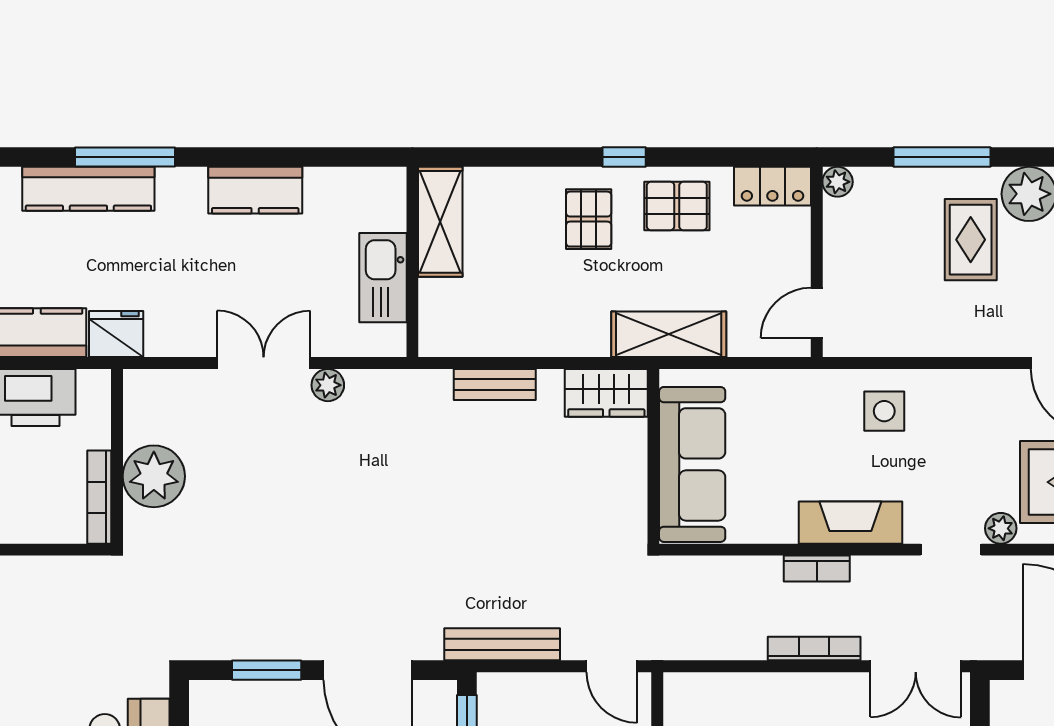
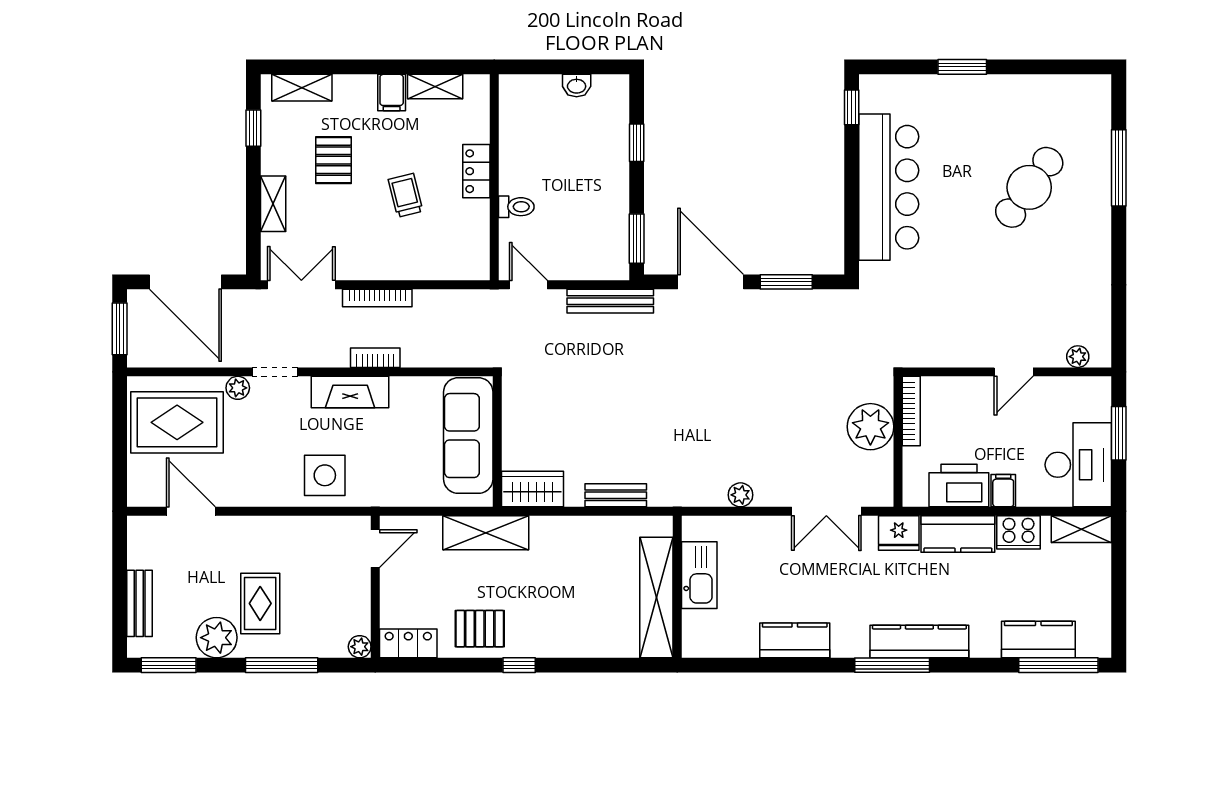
pallet: (589, 219) -> (546, 619), removed
shelving: (440, 222) -> (656, 598), width x1.47
double door: (264, 363) -> (826, 511), moved
side table: (884, 411) -> (325, 475), width x1.37, depth x1.37

